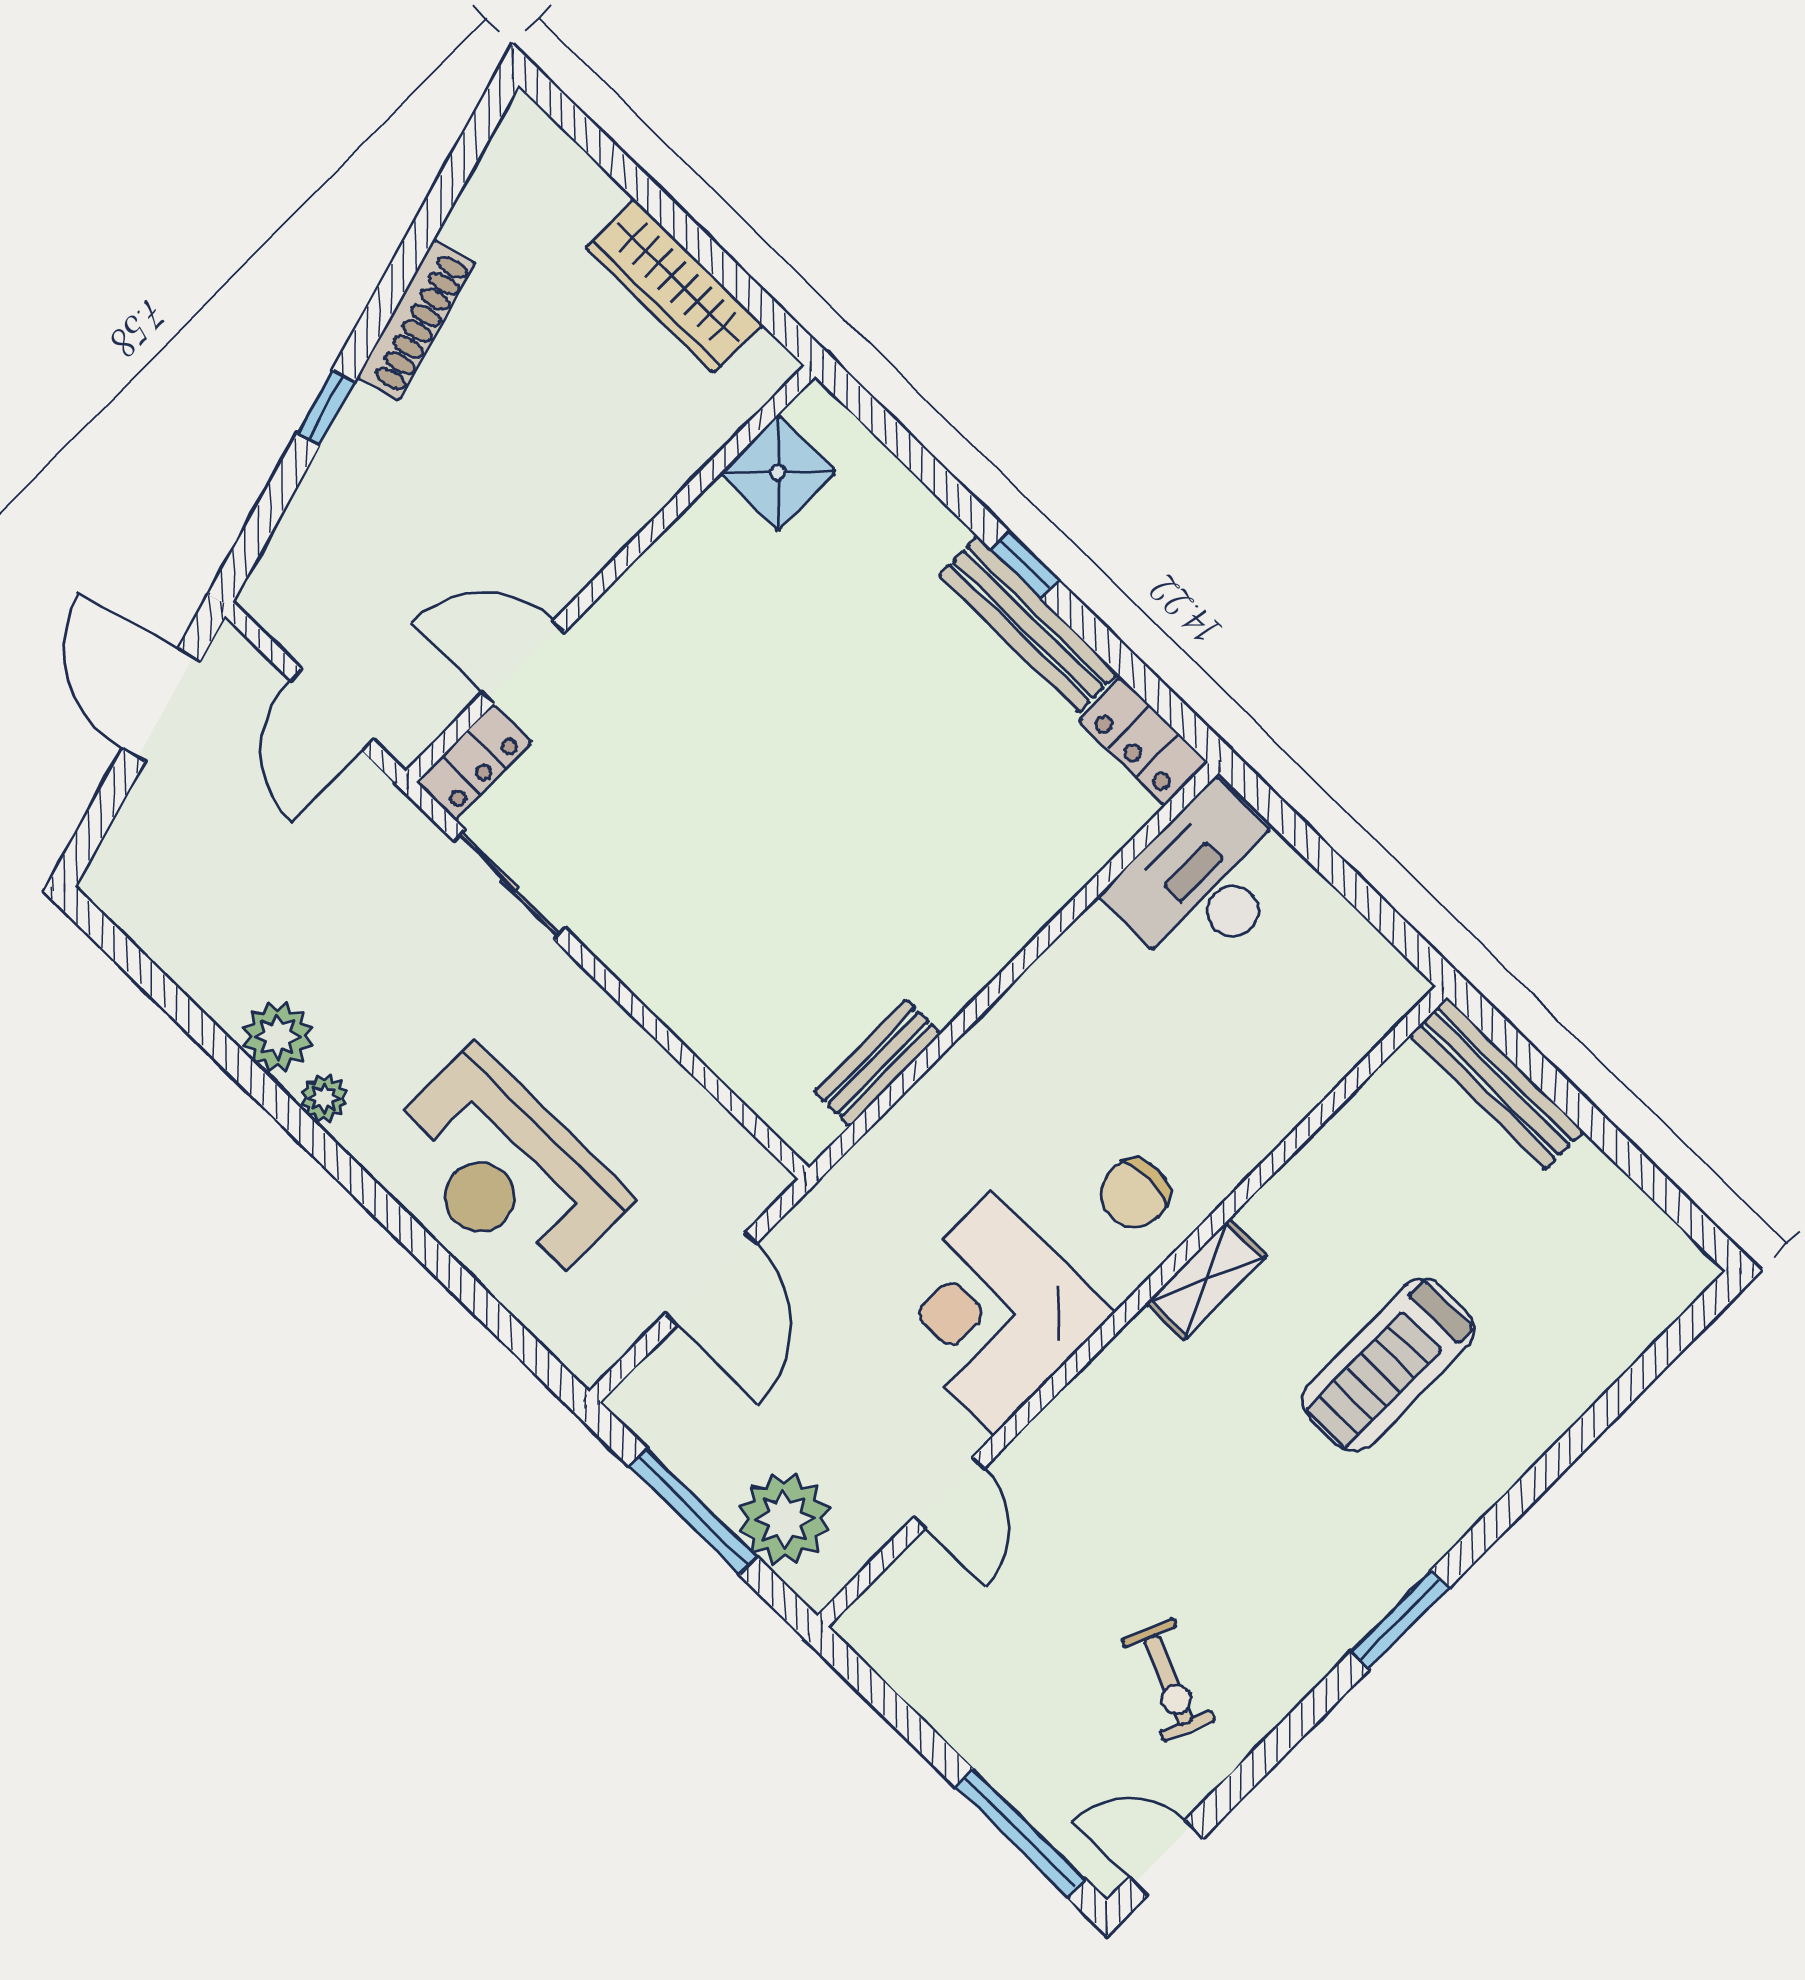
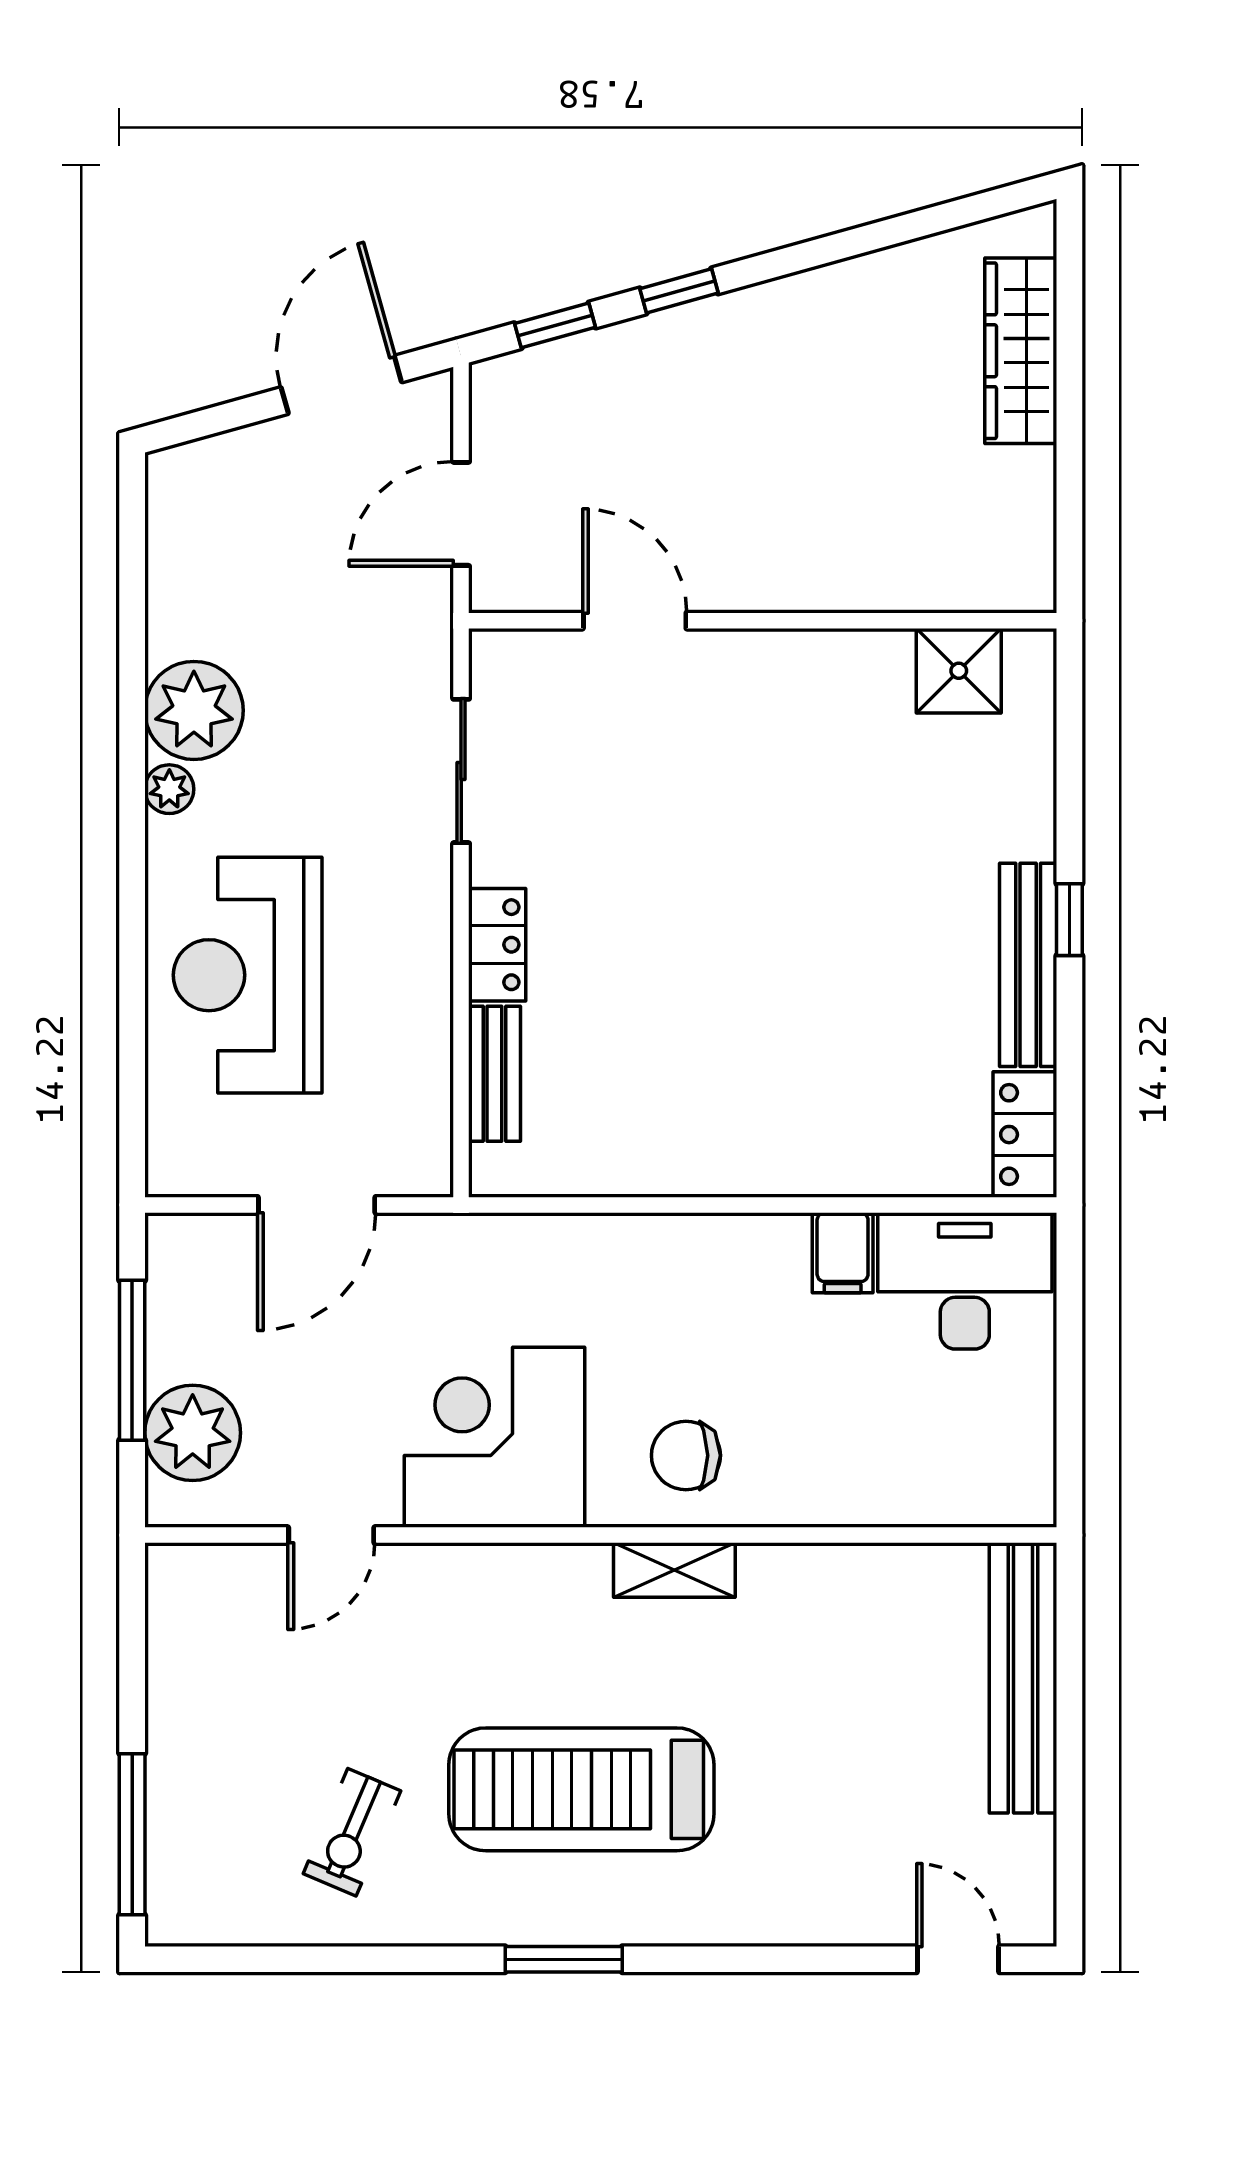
wardrobe: (674, 286) -> (1021, 351), moved
shoe rack: (416, 320) -> (809, 294), removed
window: (265, 517) -> (555, 325), added
locker: (474, 763) -> (497, 945), moved, turned -90
filing cabinet: (1101, 948) -> (843, 1253), added
plant: (277, 1037) -> (194, 710), width x1.36, depth x1.36
bench: (878, 1063) -> (494, 1074), moved, turned 90
bench: (1496, 1083) -> (1023, 1678), width x1.37, depth x1.21
treadmill: (1388, 1365) -> (581, 1789), moved, width x1.37, depth x1.38
door: (1166, 1858) -> (958, 1959), moved

